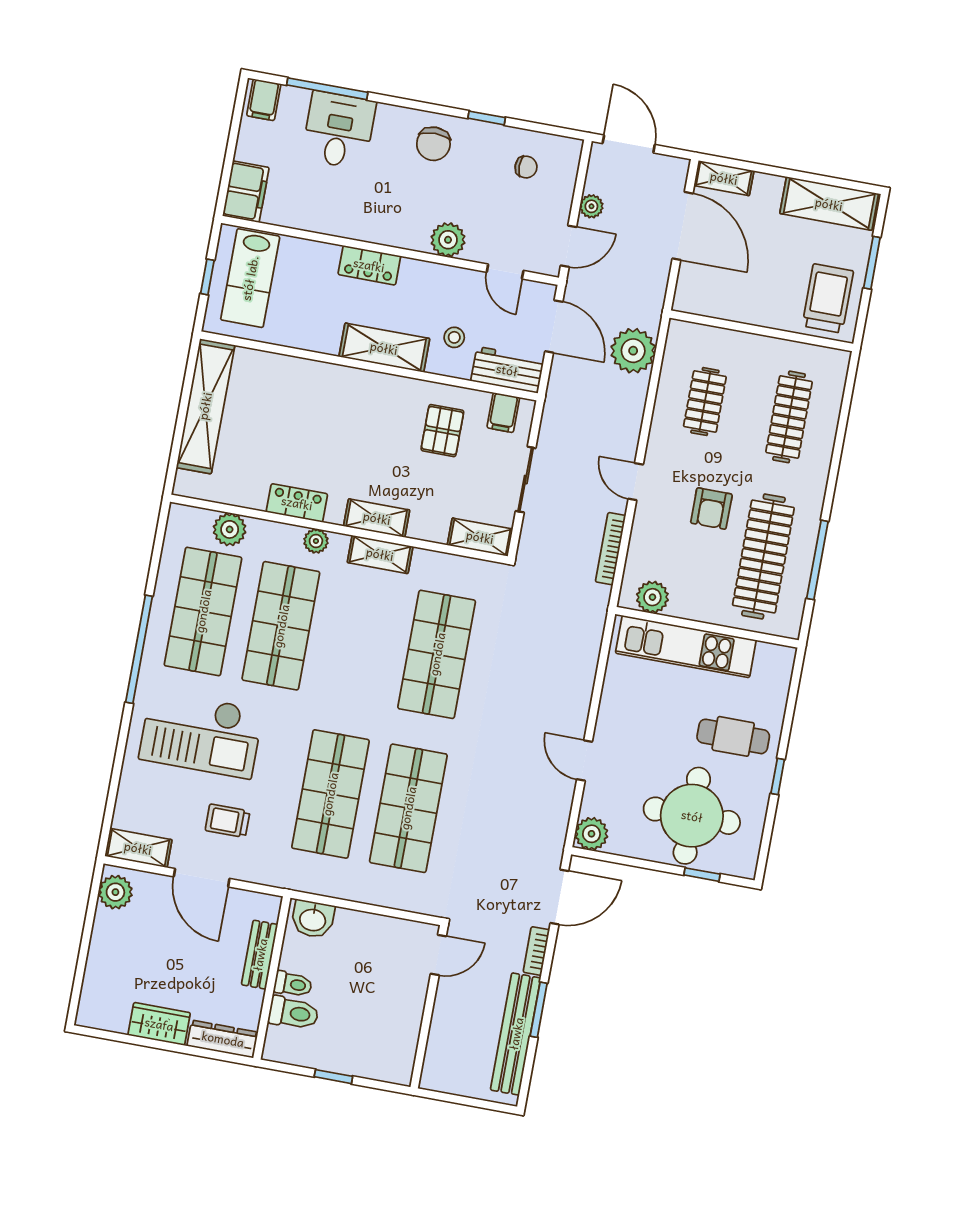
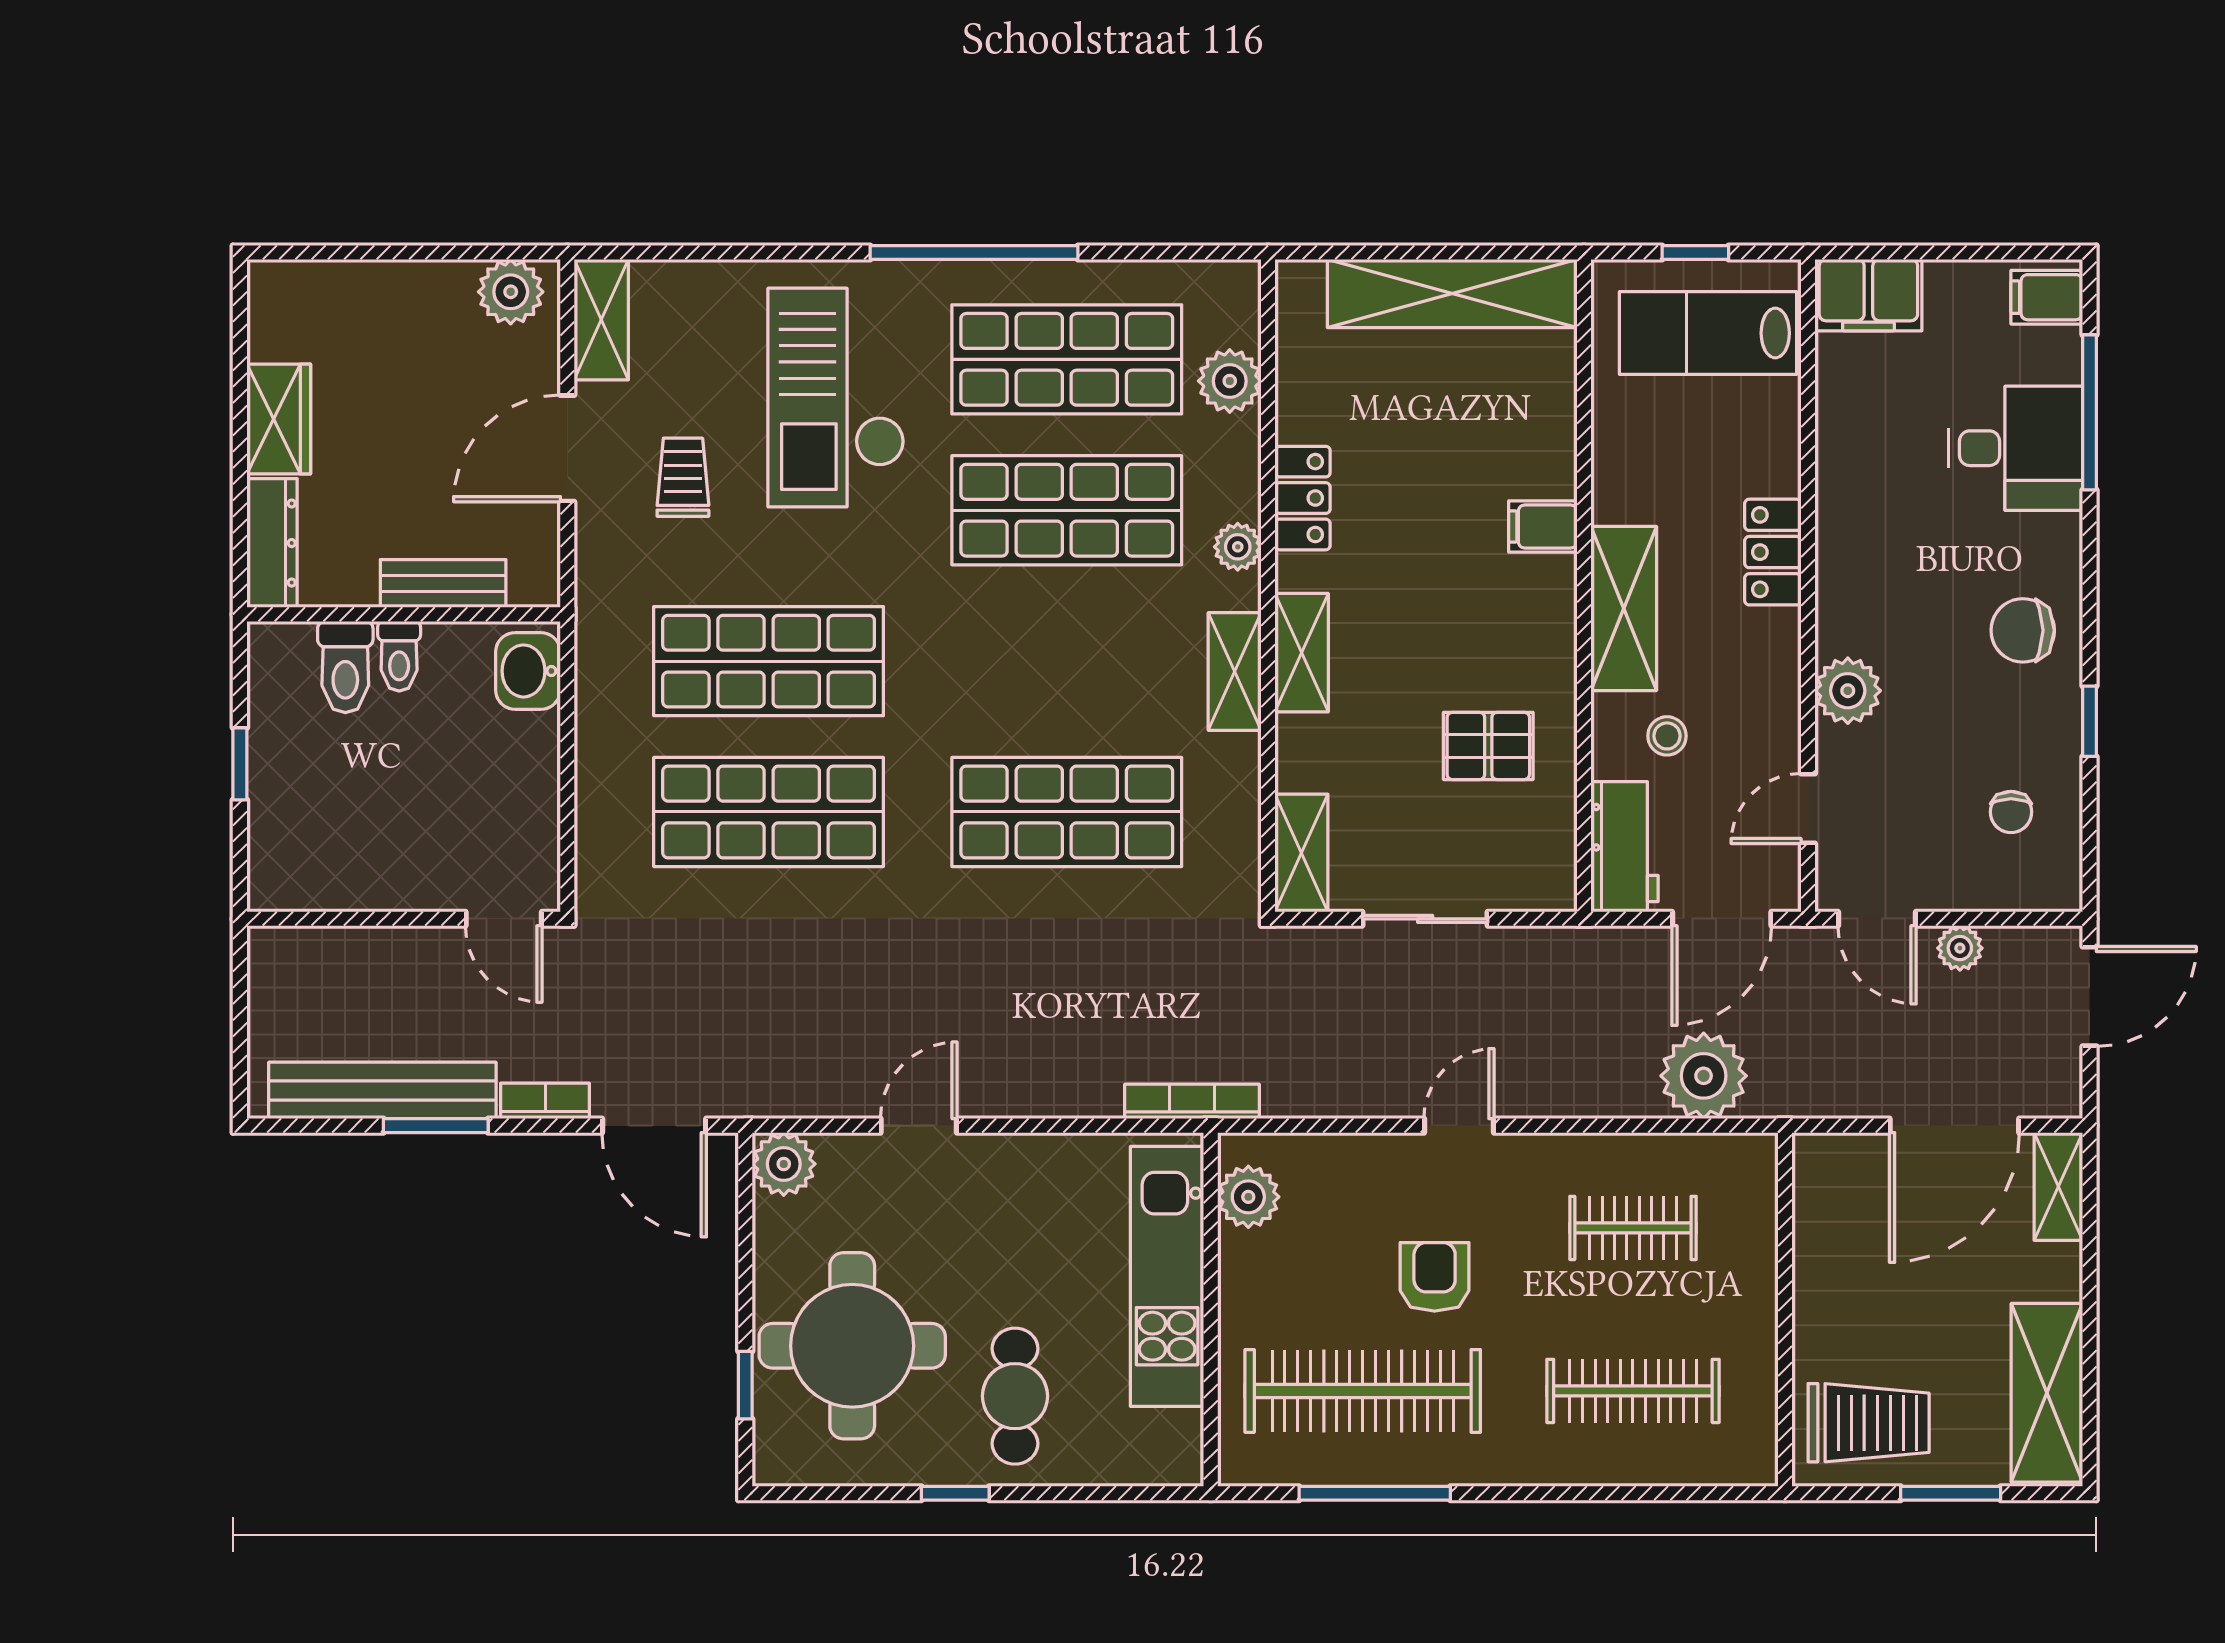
filing cabinet: (503, 413) -> (1543, 527), moved
armchair: (711, 509) -> (1435, 1277), turned 90
bookcase: (610, 549) -> (1192, 1101), moved

